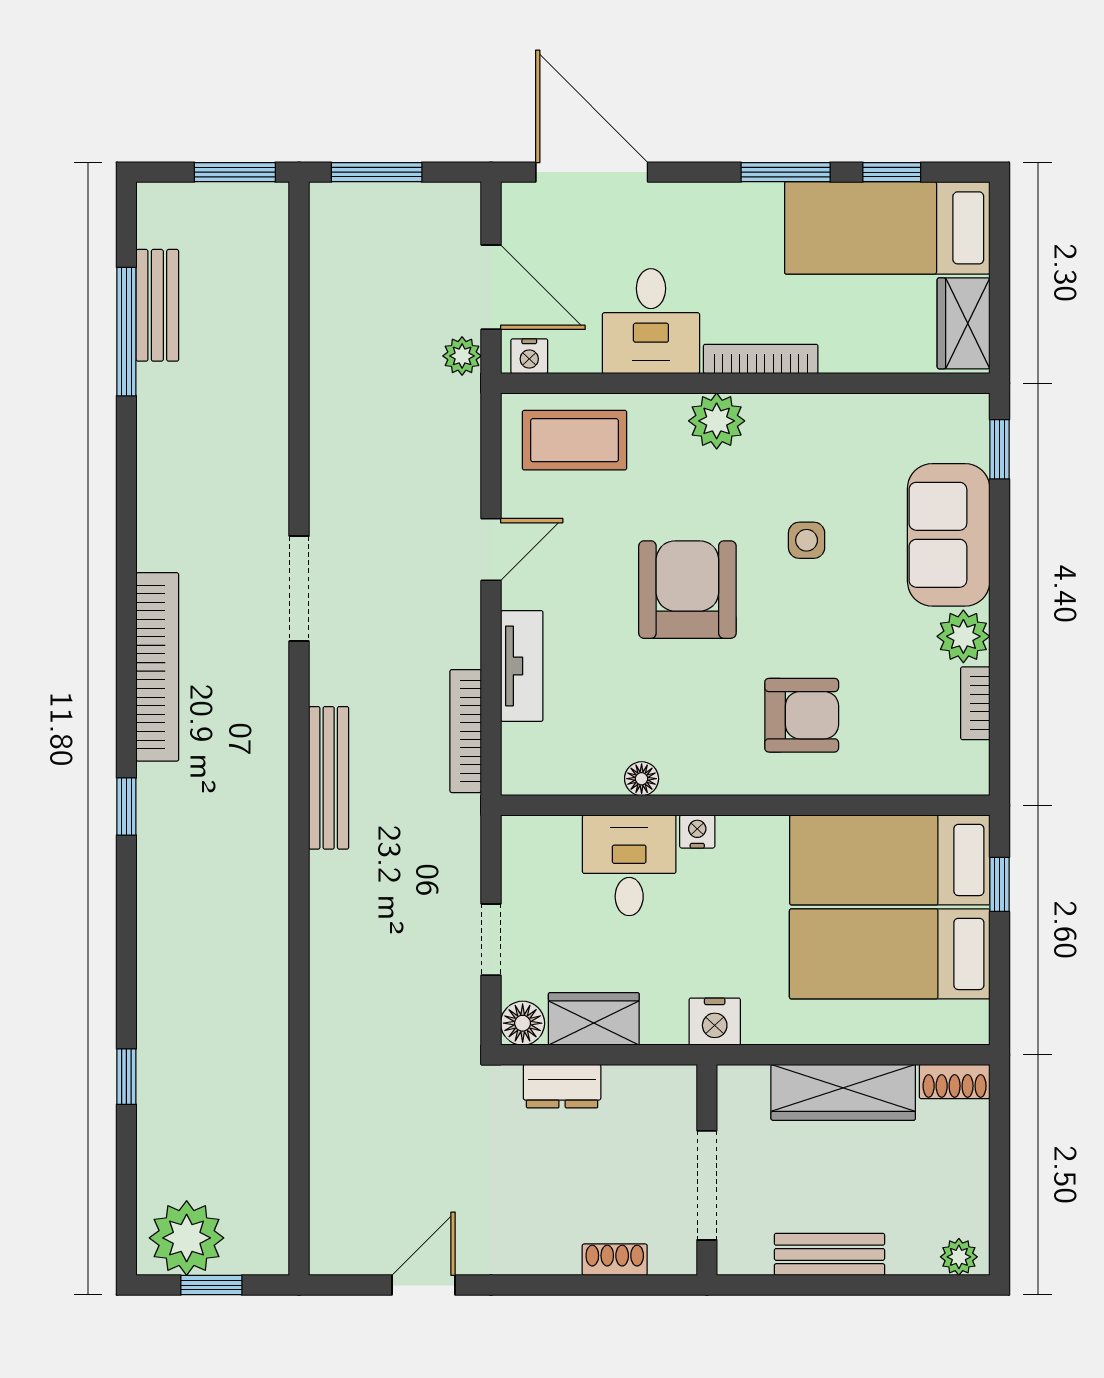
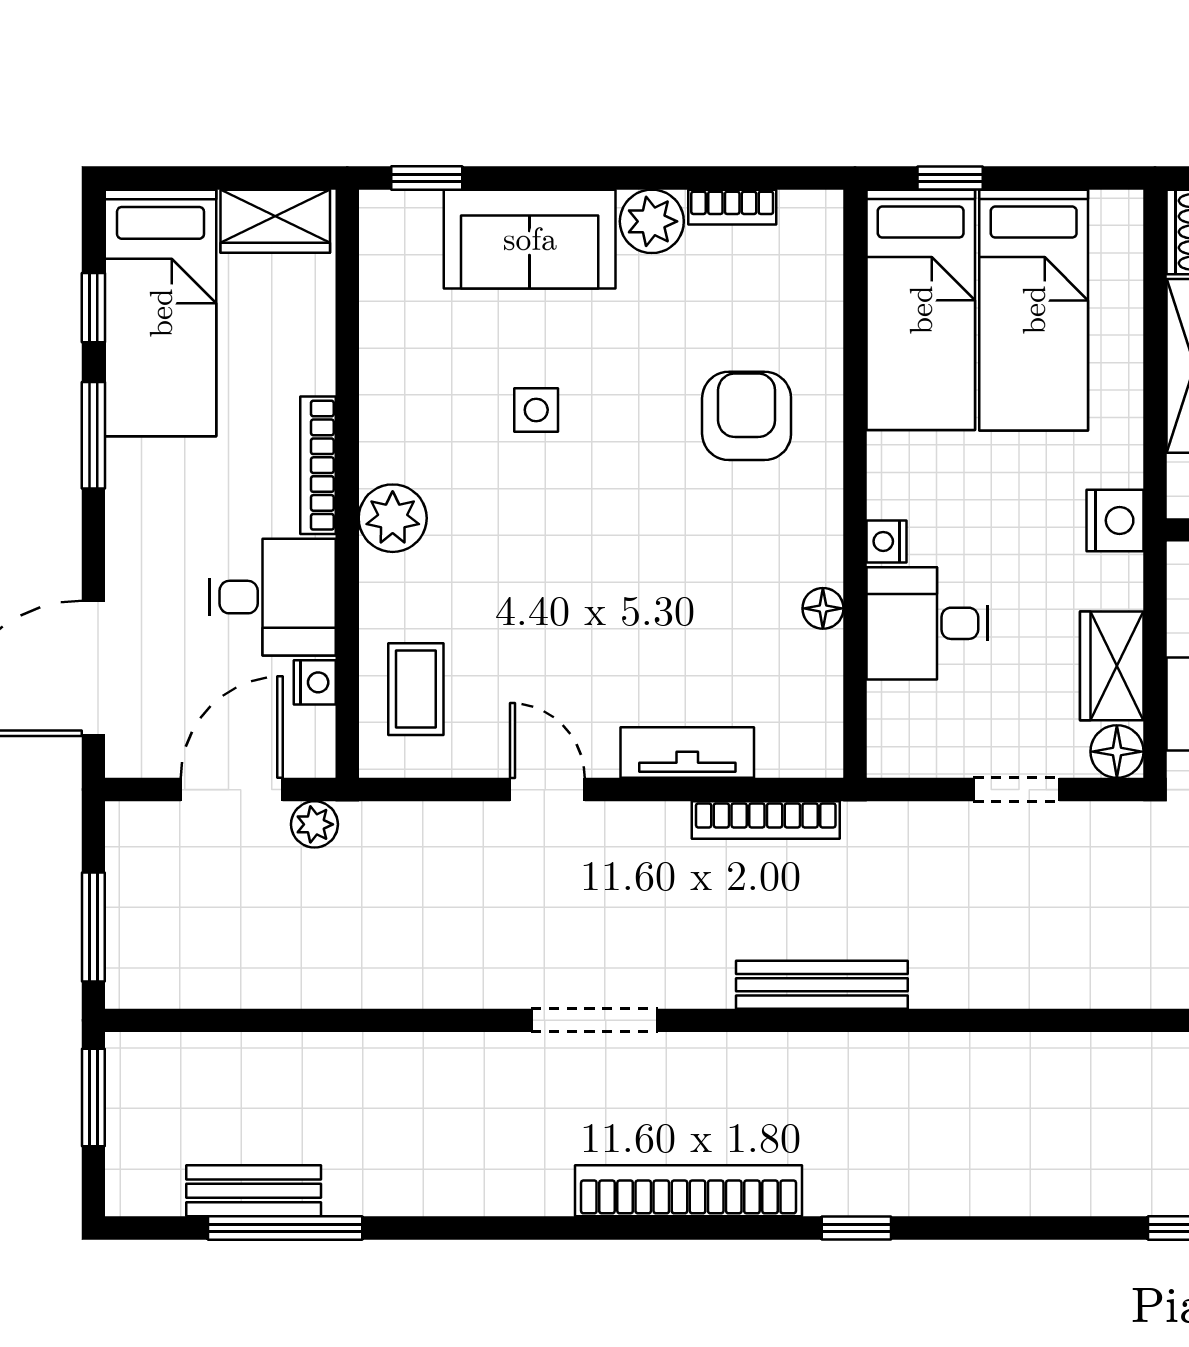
nightstand: (529, 356) -> (315, 682), moved
coffee table: (575, 440) -> (416, 689), width x0.73, depth x0.77
armchair: (687, 590) -> (596, 553), removed

